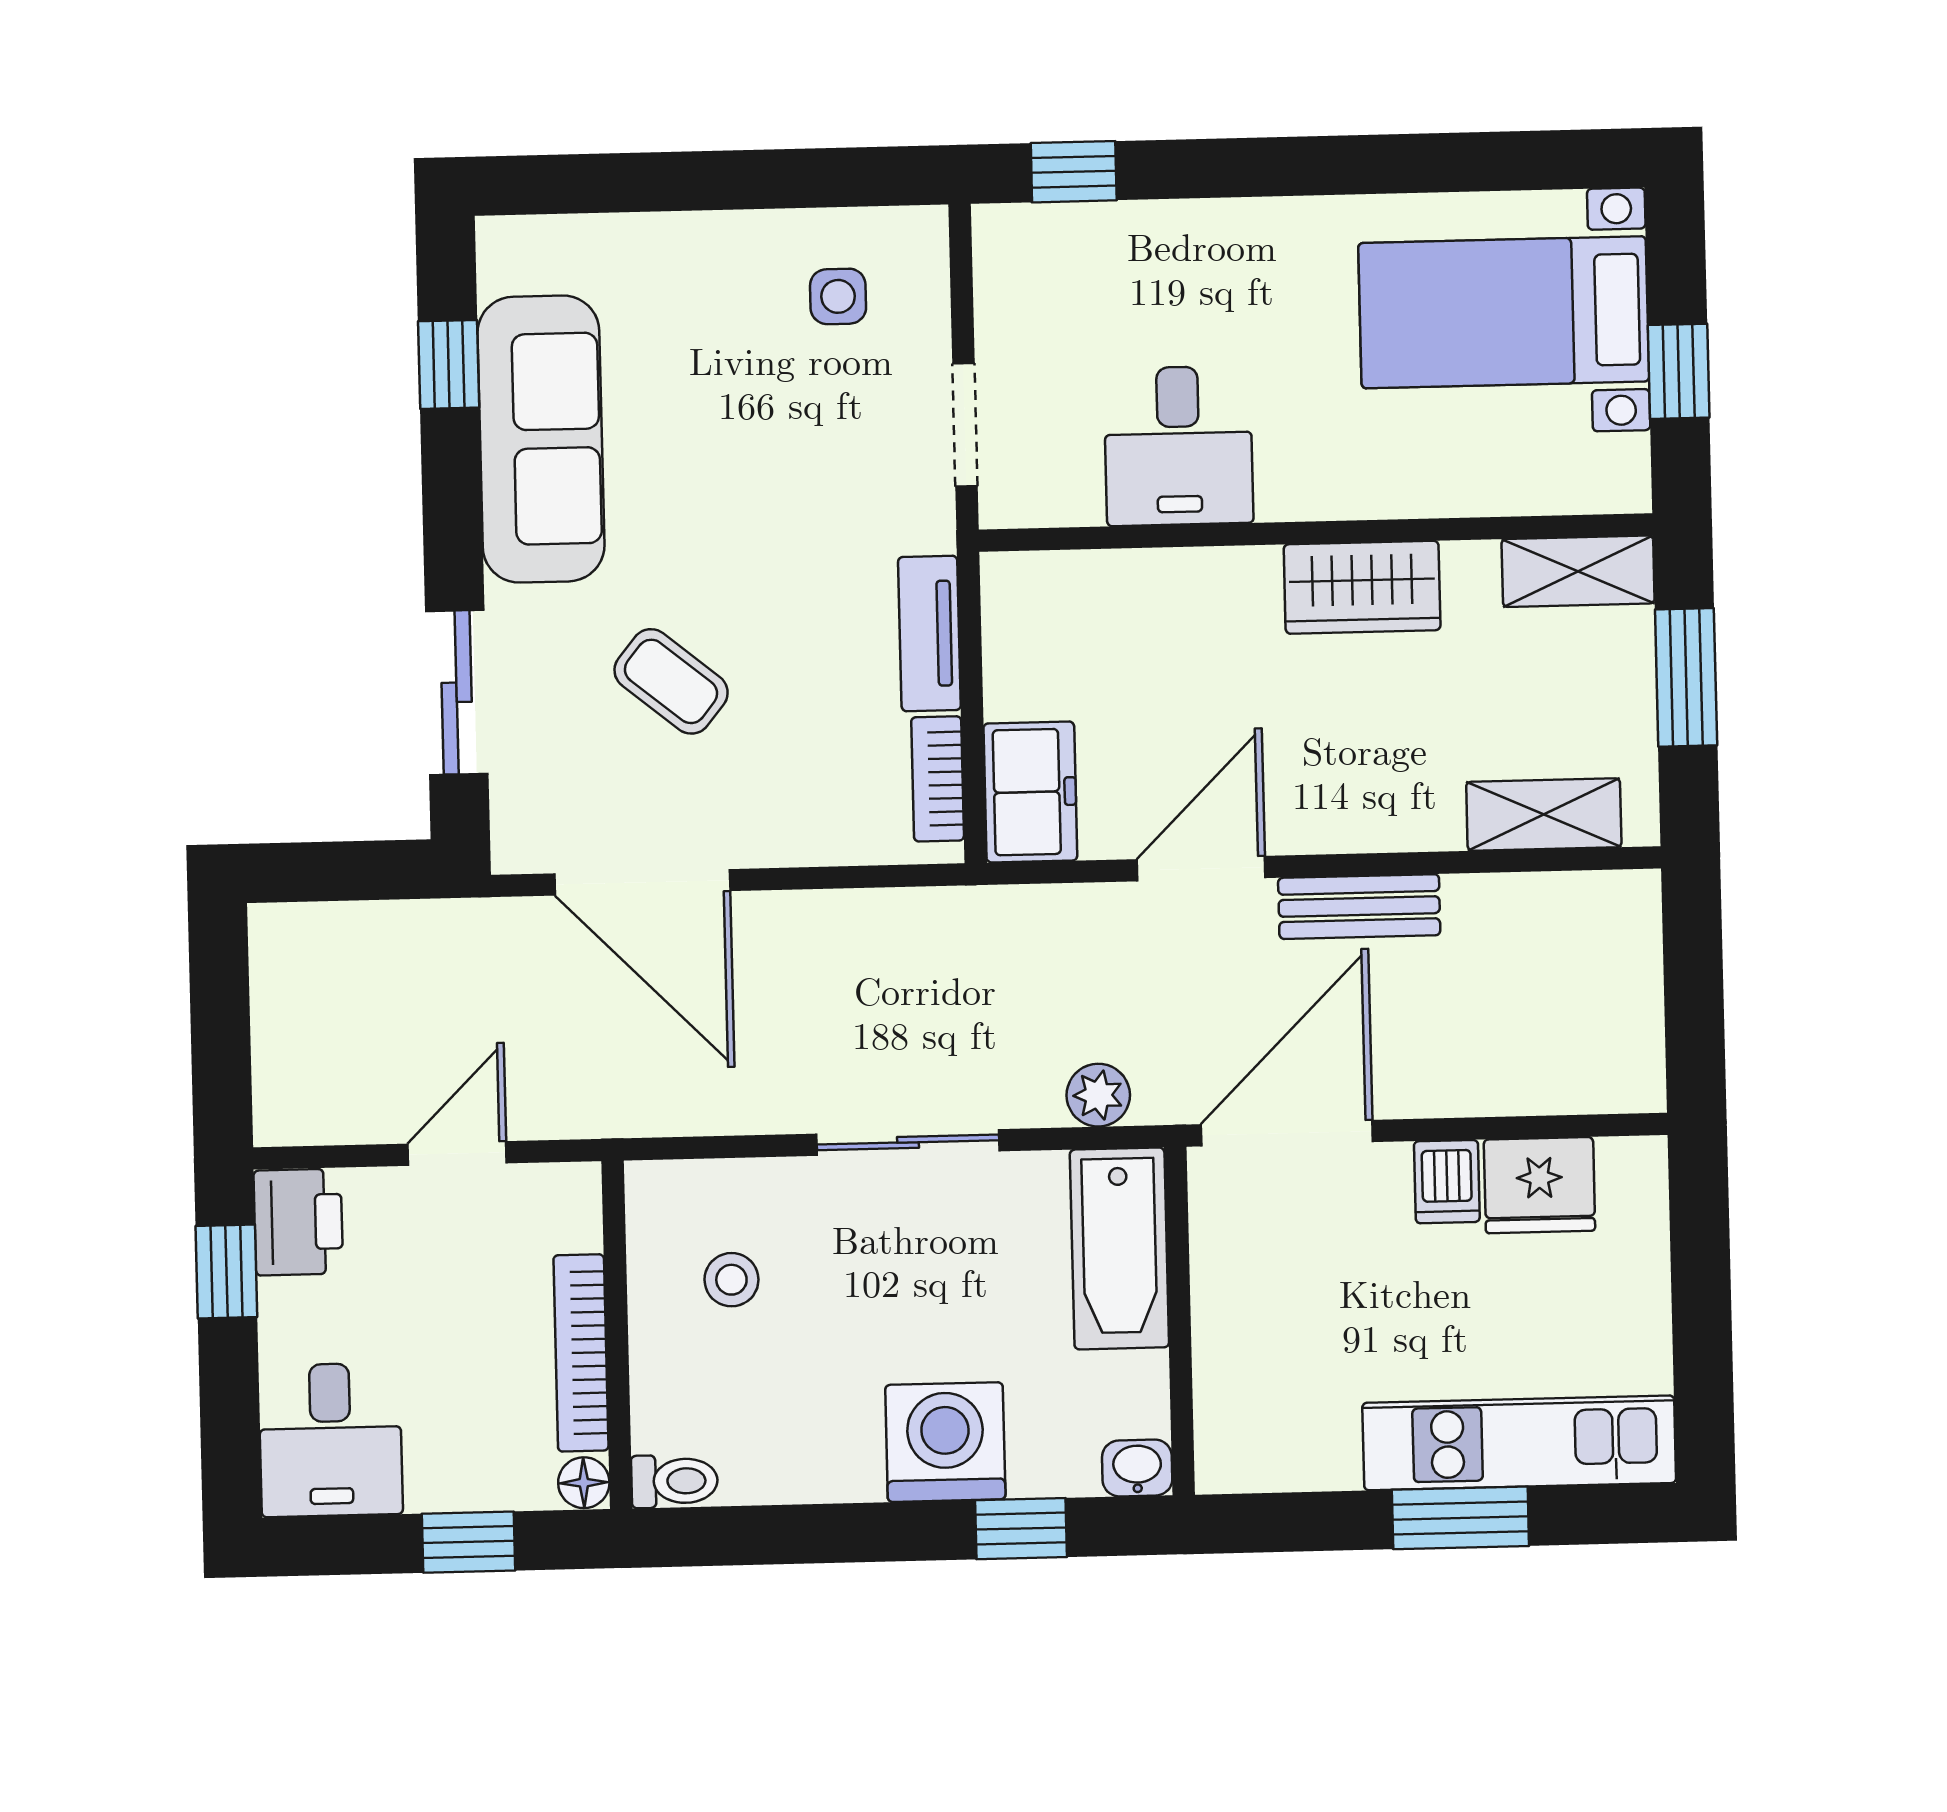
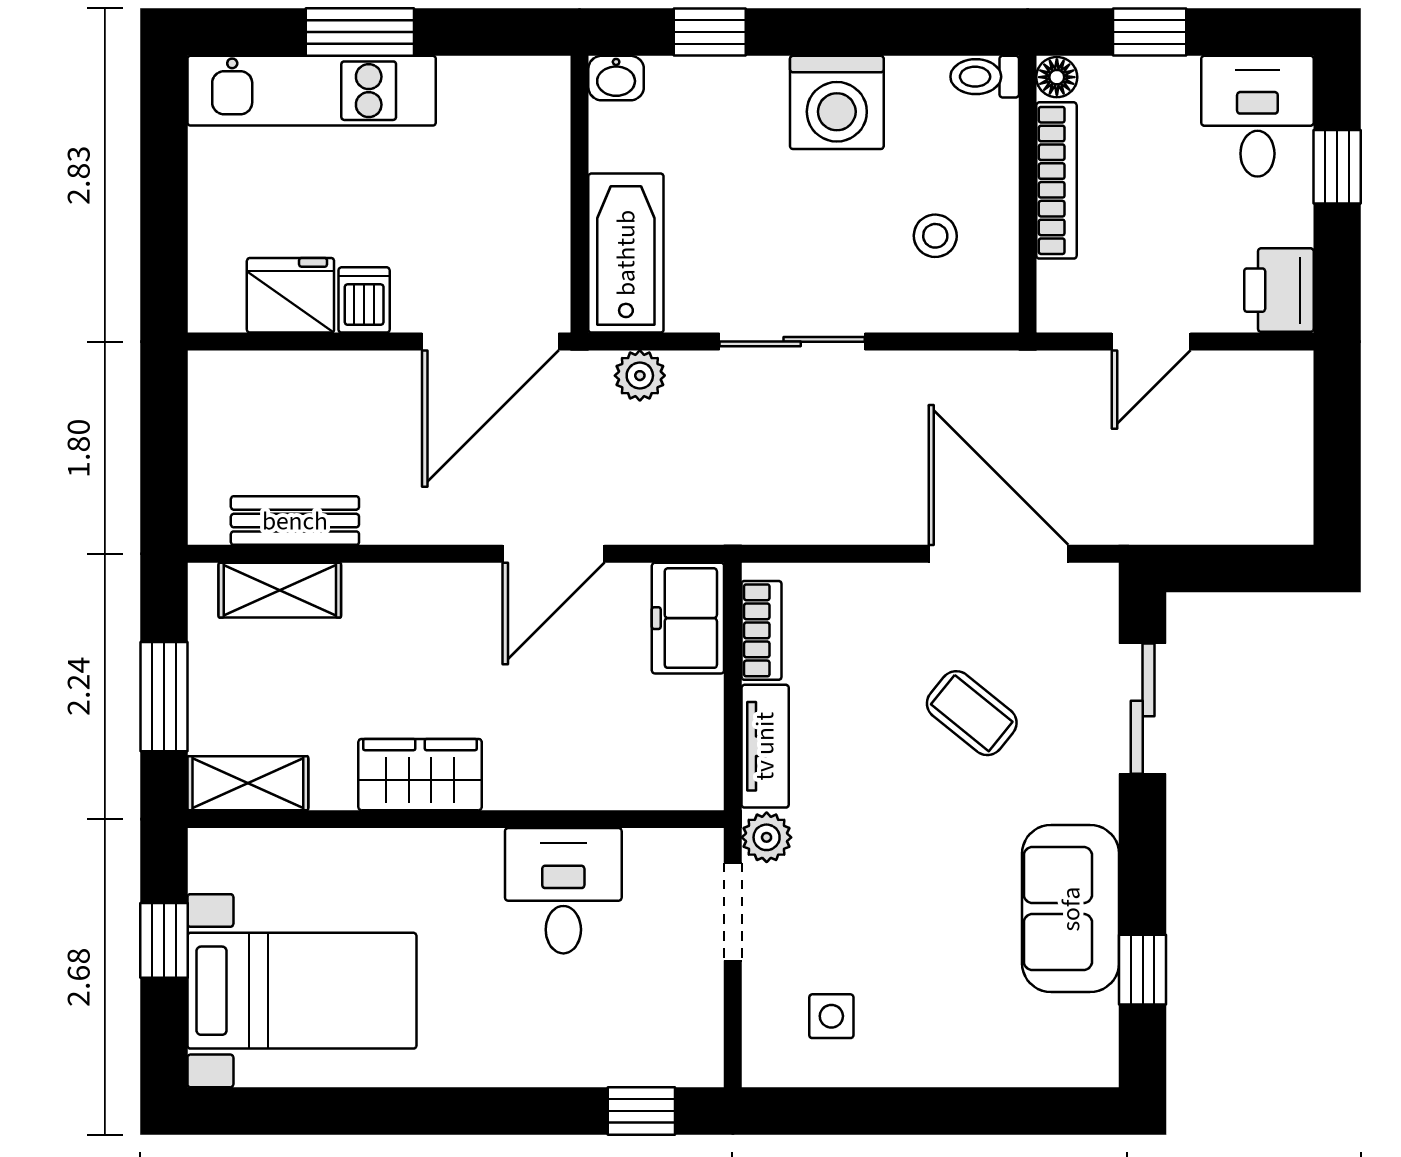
sofa: (541, 439) -> (1071, 909), width x0.73
plant: (925, 519) -> (767, 837), added
bench: (1359, 907) -> (295, 521), moved
window: (226, 1271) -> (1337, 167), moved
washing machine: (945, 1442) -> (837, 102), moved

